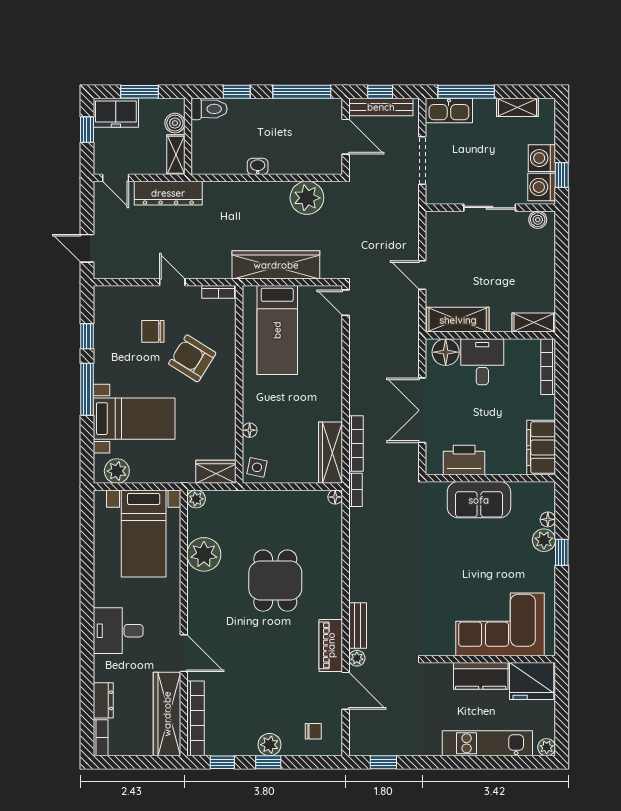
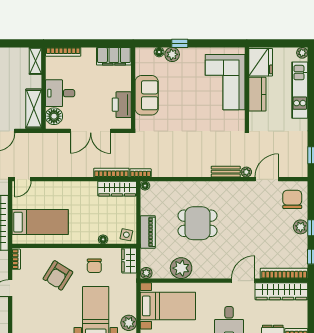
chair: (153, 331) -> (94, 266), moved
piano: (331, 645) -> (148, 232), moved, turned -90
chair: (313, 731) -> (292, 199), width x1.87, depth x1.87

